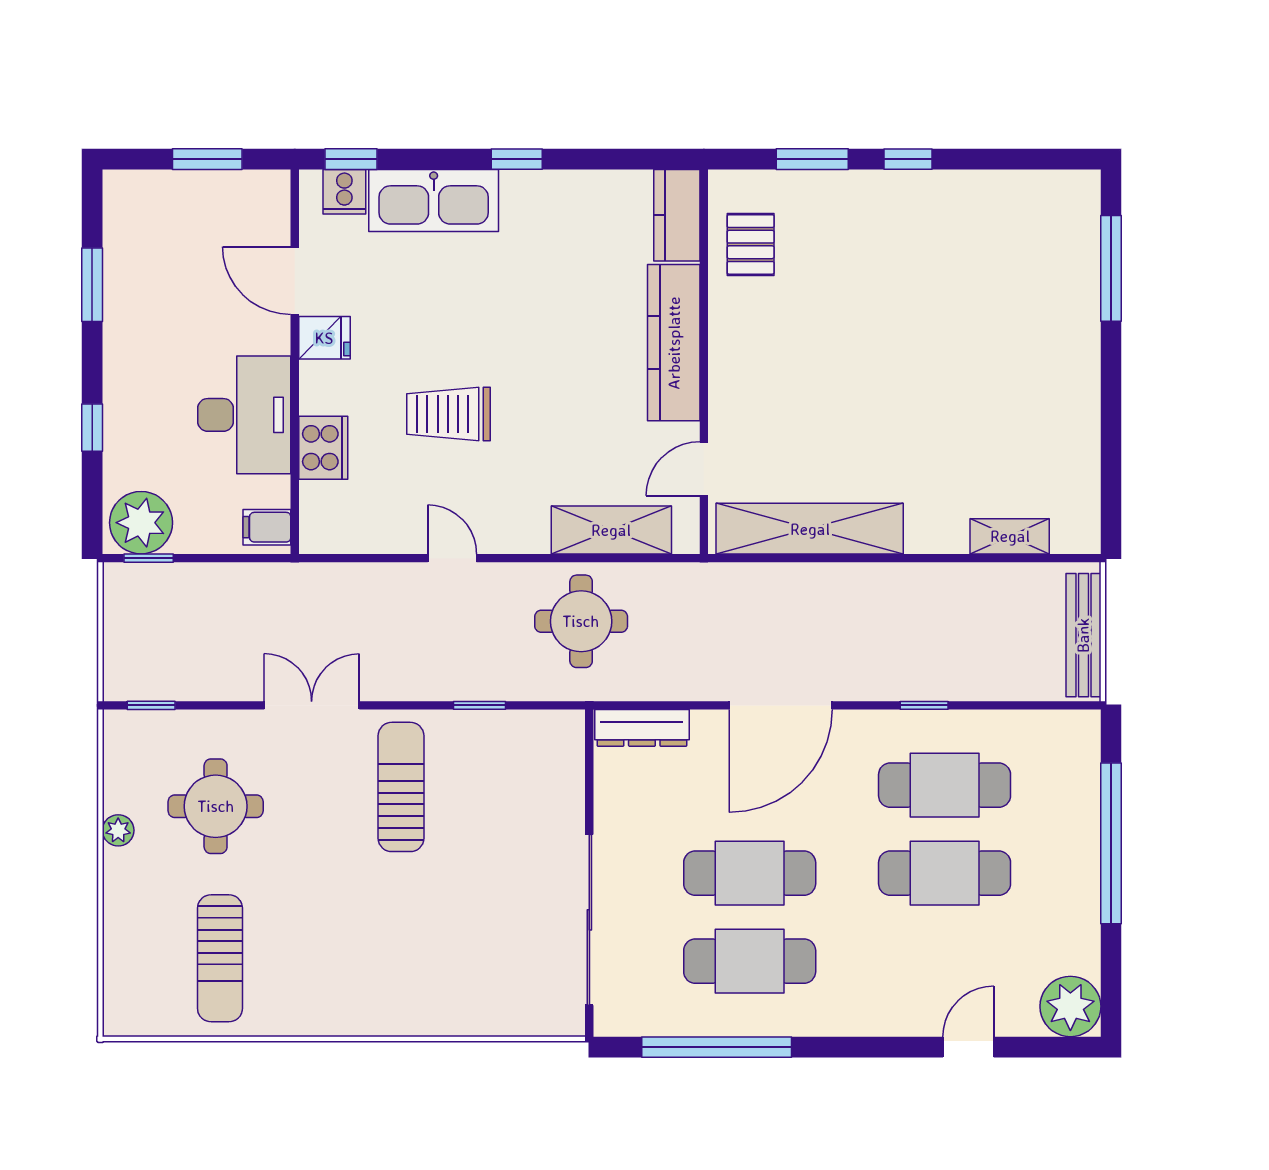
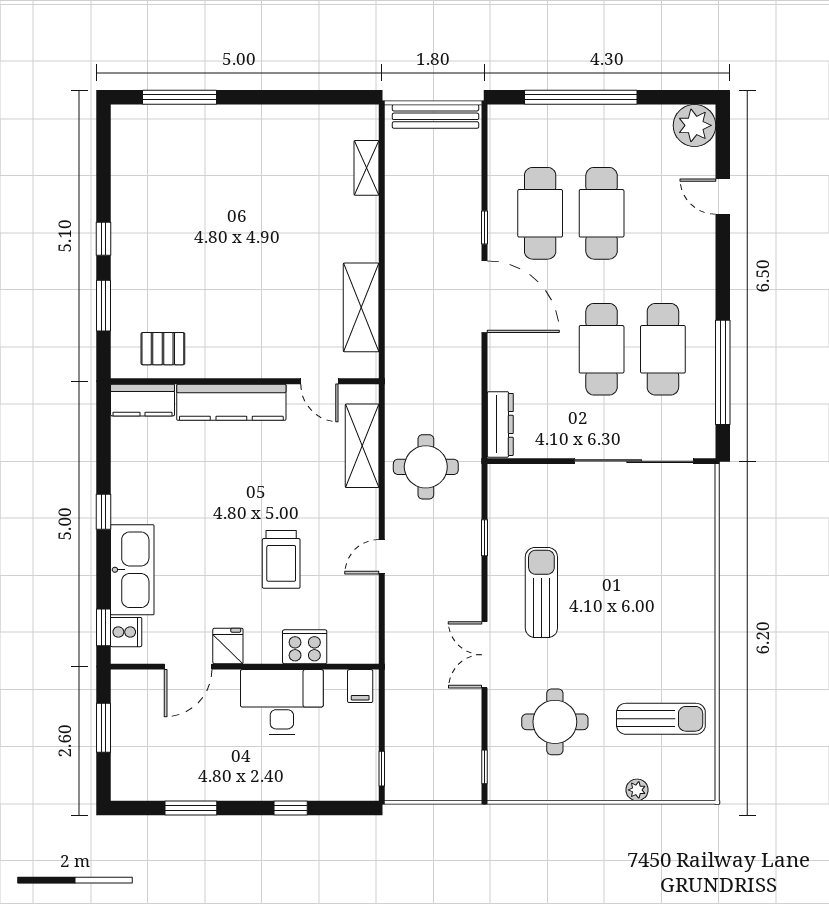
plant: (141, 523) -> (357, 774), removed
shelving: (810, 529) -> (361, 307), width x0.68
door: (781, 705) -> (484, 297), moved
sun lounger: (401, 787) -> (541, 593), turned 90
plant: (118, 830) -> (637, 790), moved

